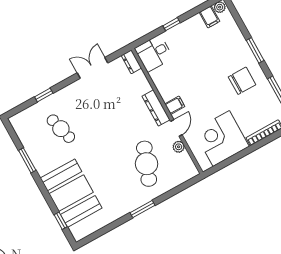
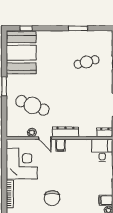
booth: (71, 193) -> (21, 53), moved, turned 90

